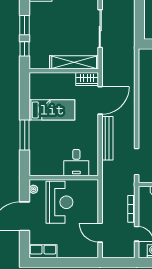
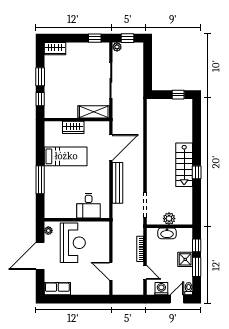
shelving: (74, 62) -> (94, 112), width x0.68
wardrobe: (87, 79) -> (73, 127), moved

